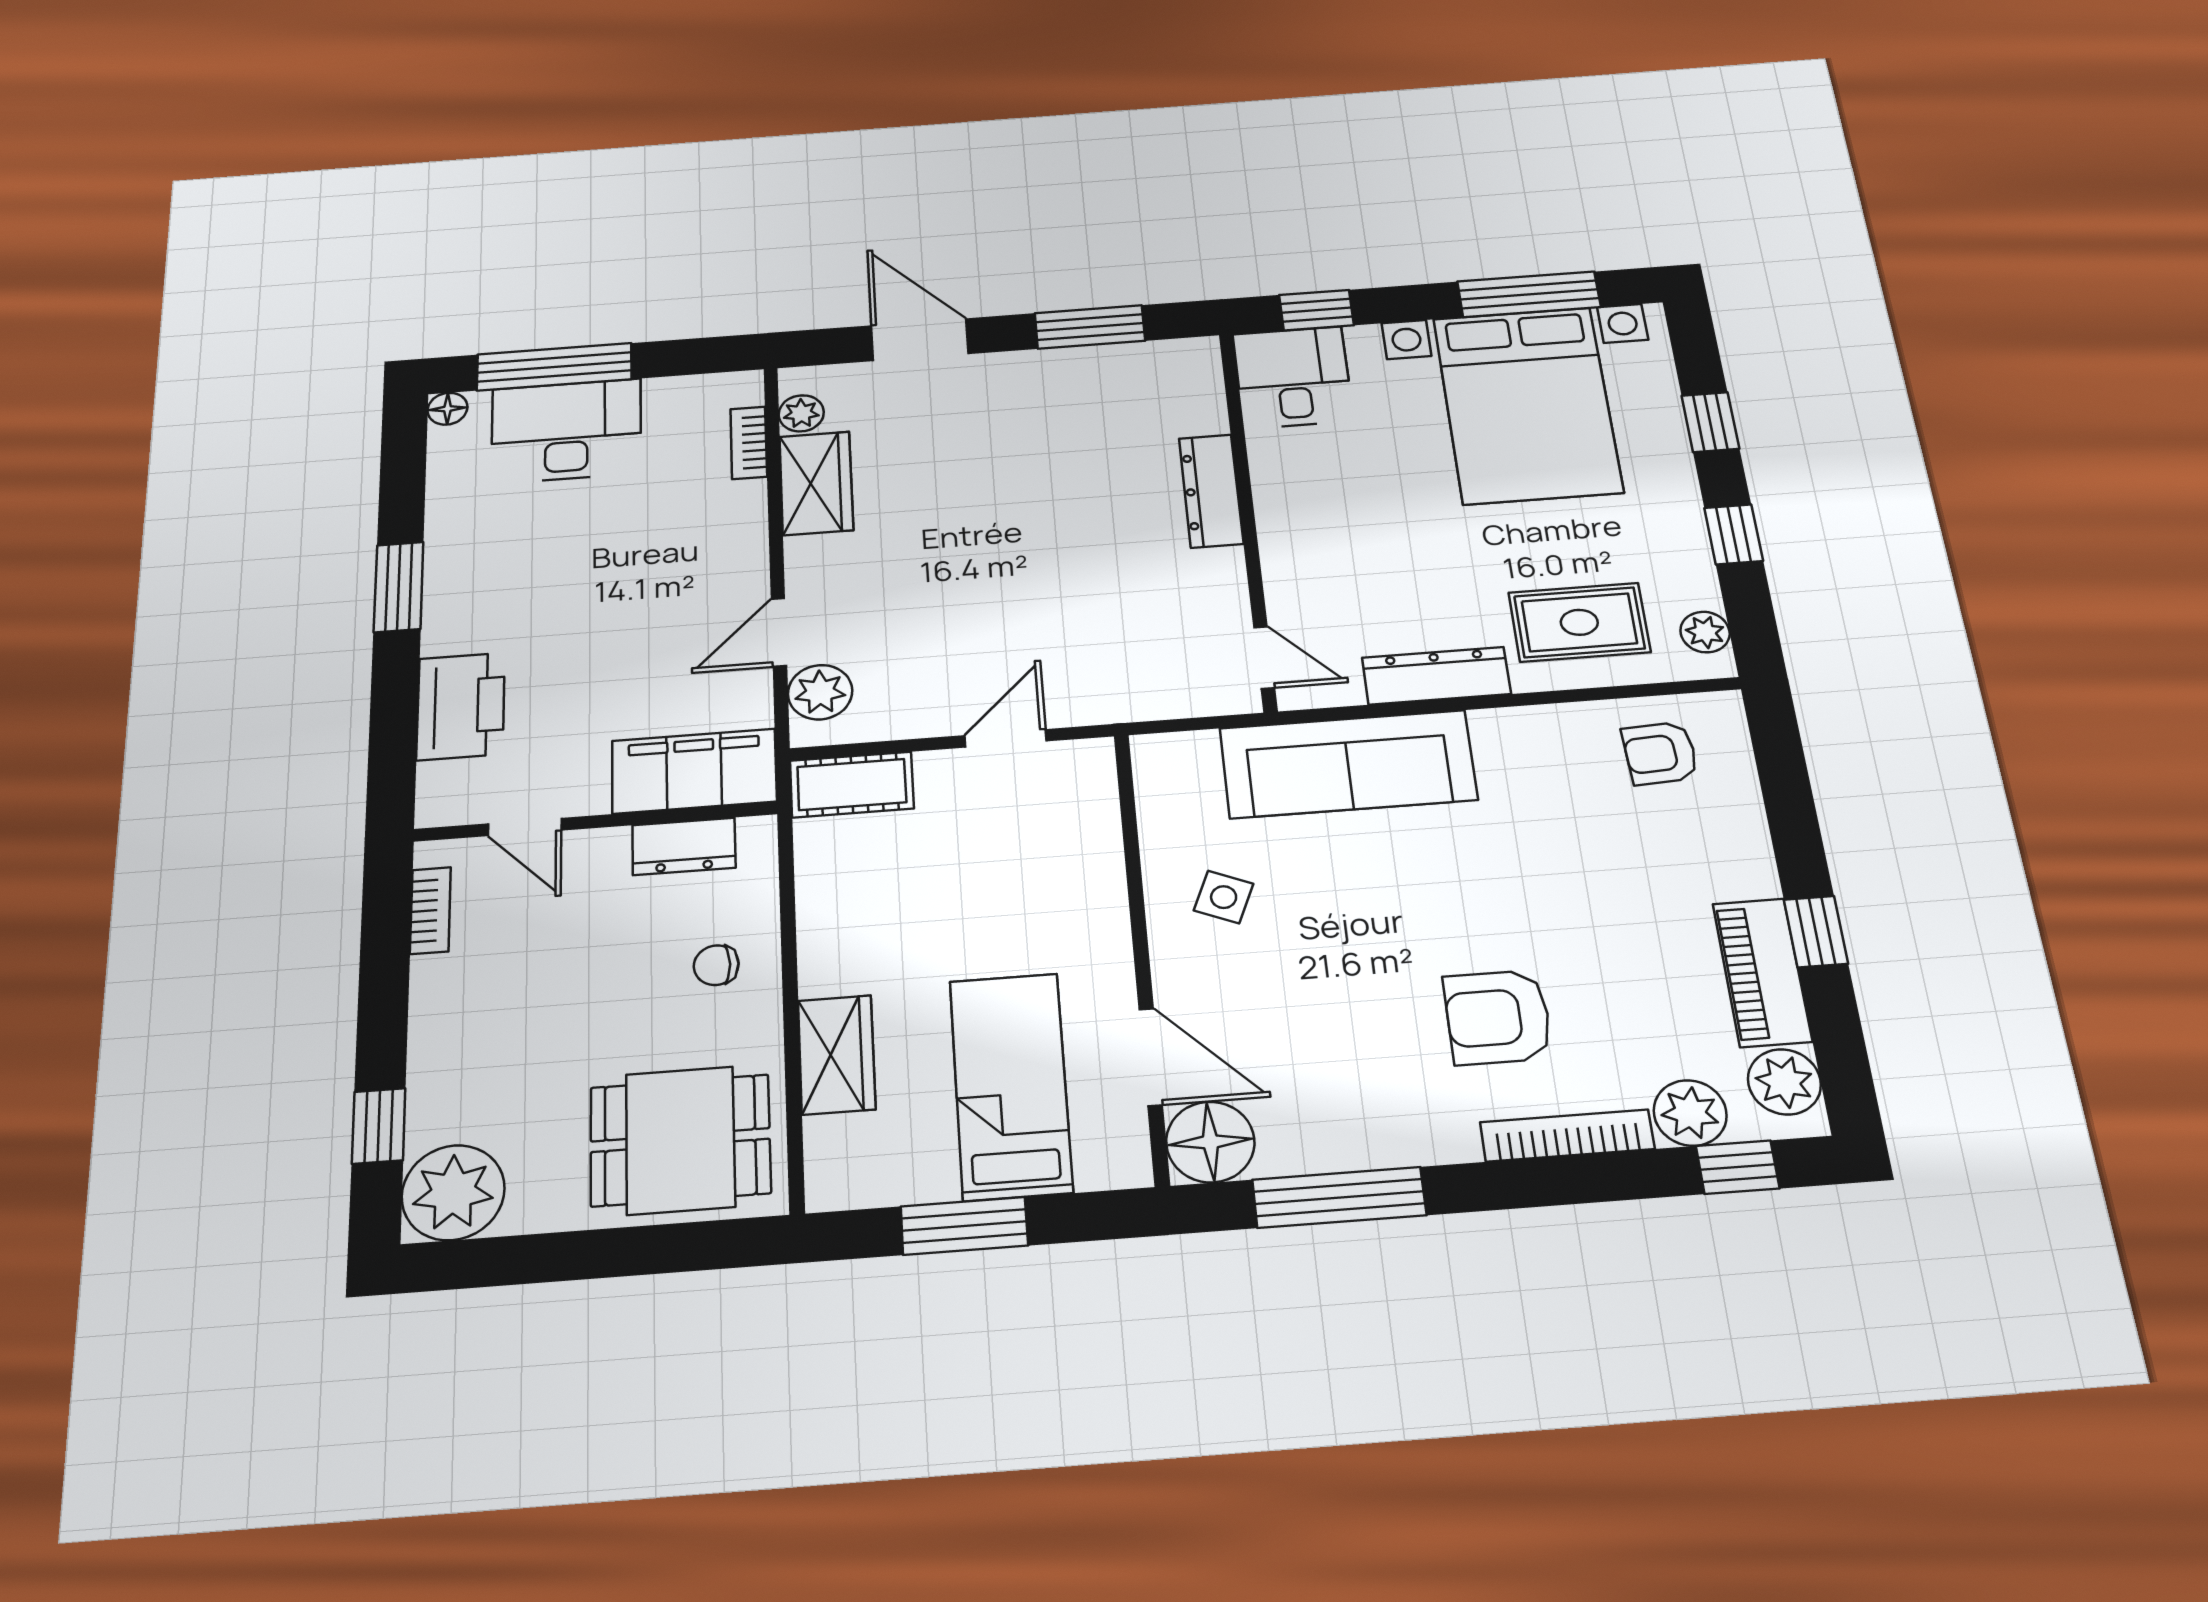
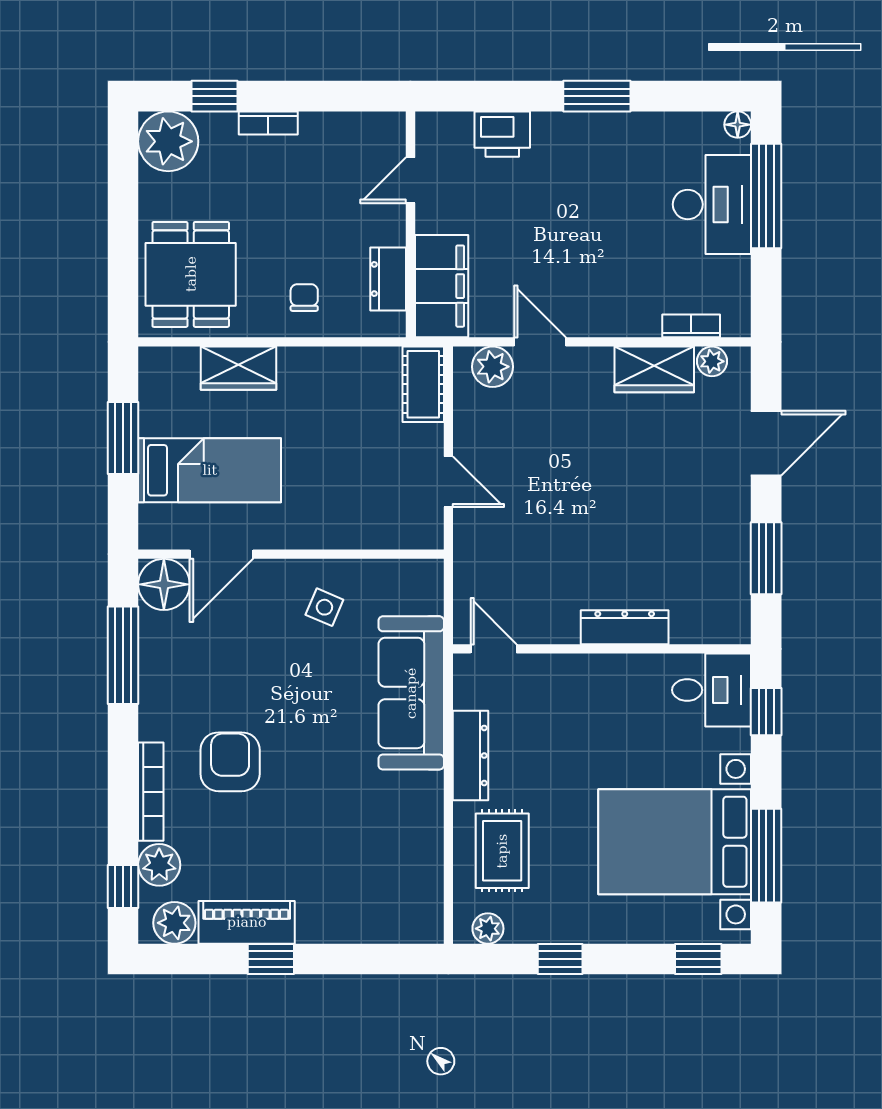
window: (1710, 422) -> (698, 959), moved
door: (1264, 657) -> (494, 649), swing flipped
printer: (461, 706) -> (502, 134), width x0.73, depth x0.84
armchair: (1660, 753) -> (402, 886), removed
bookcase: (430, 910) -> (268, 123), moved

